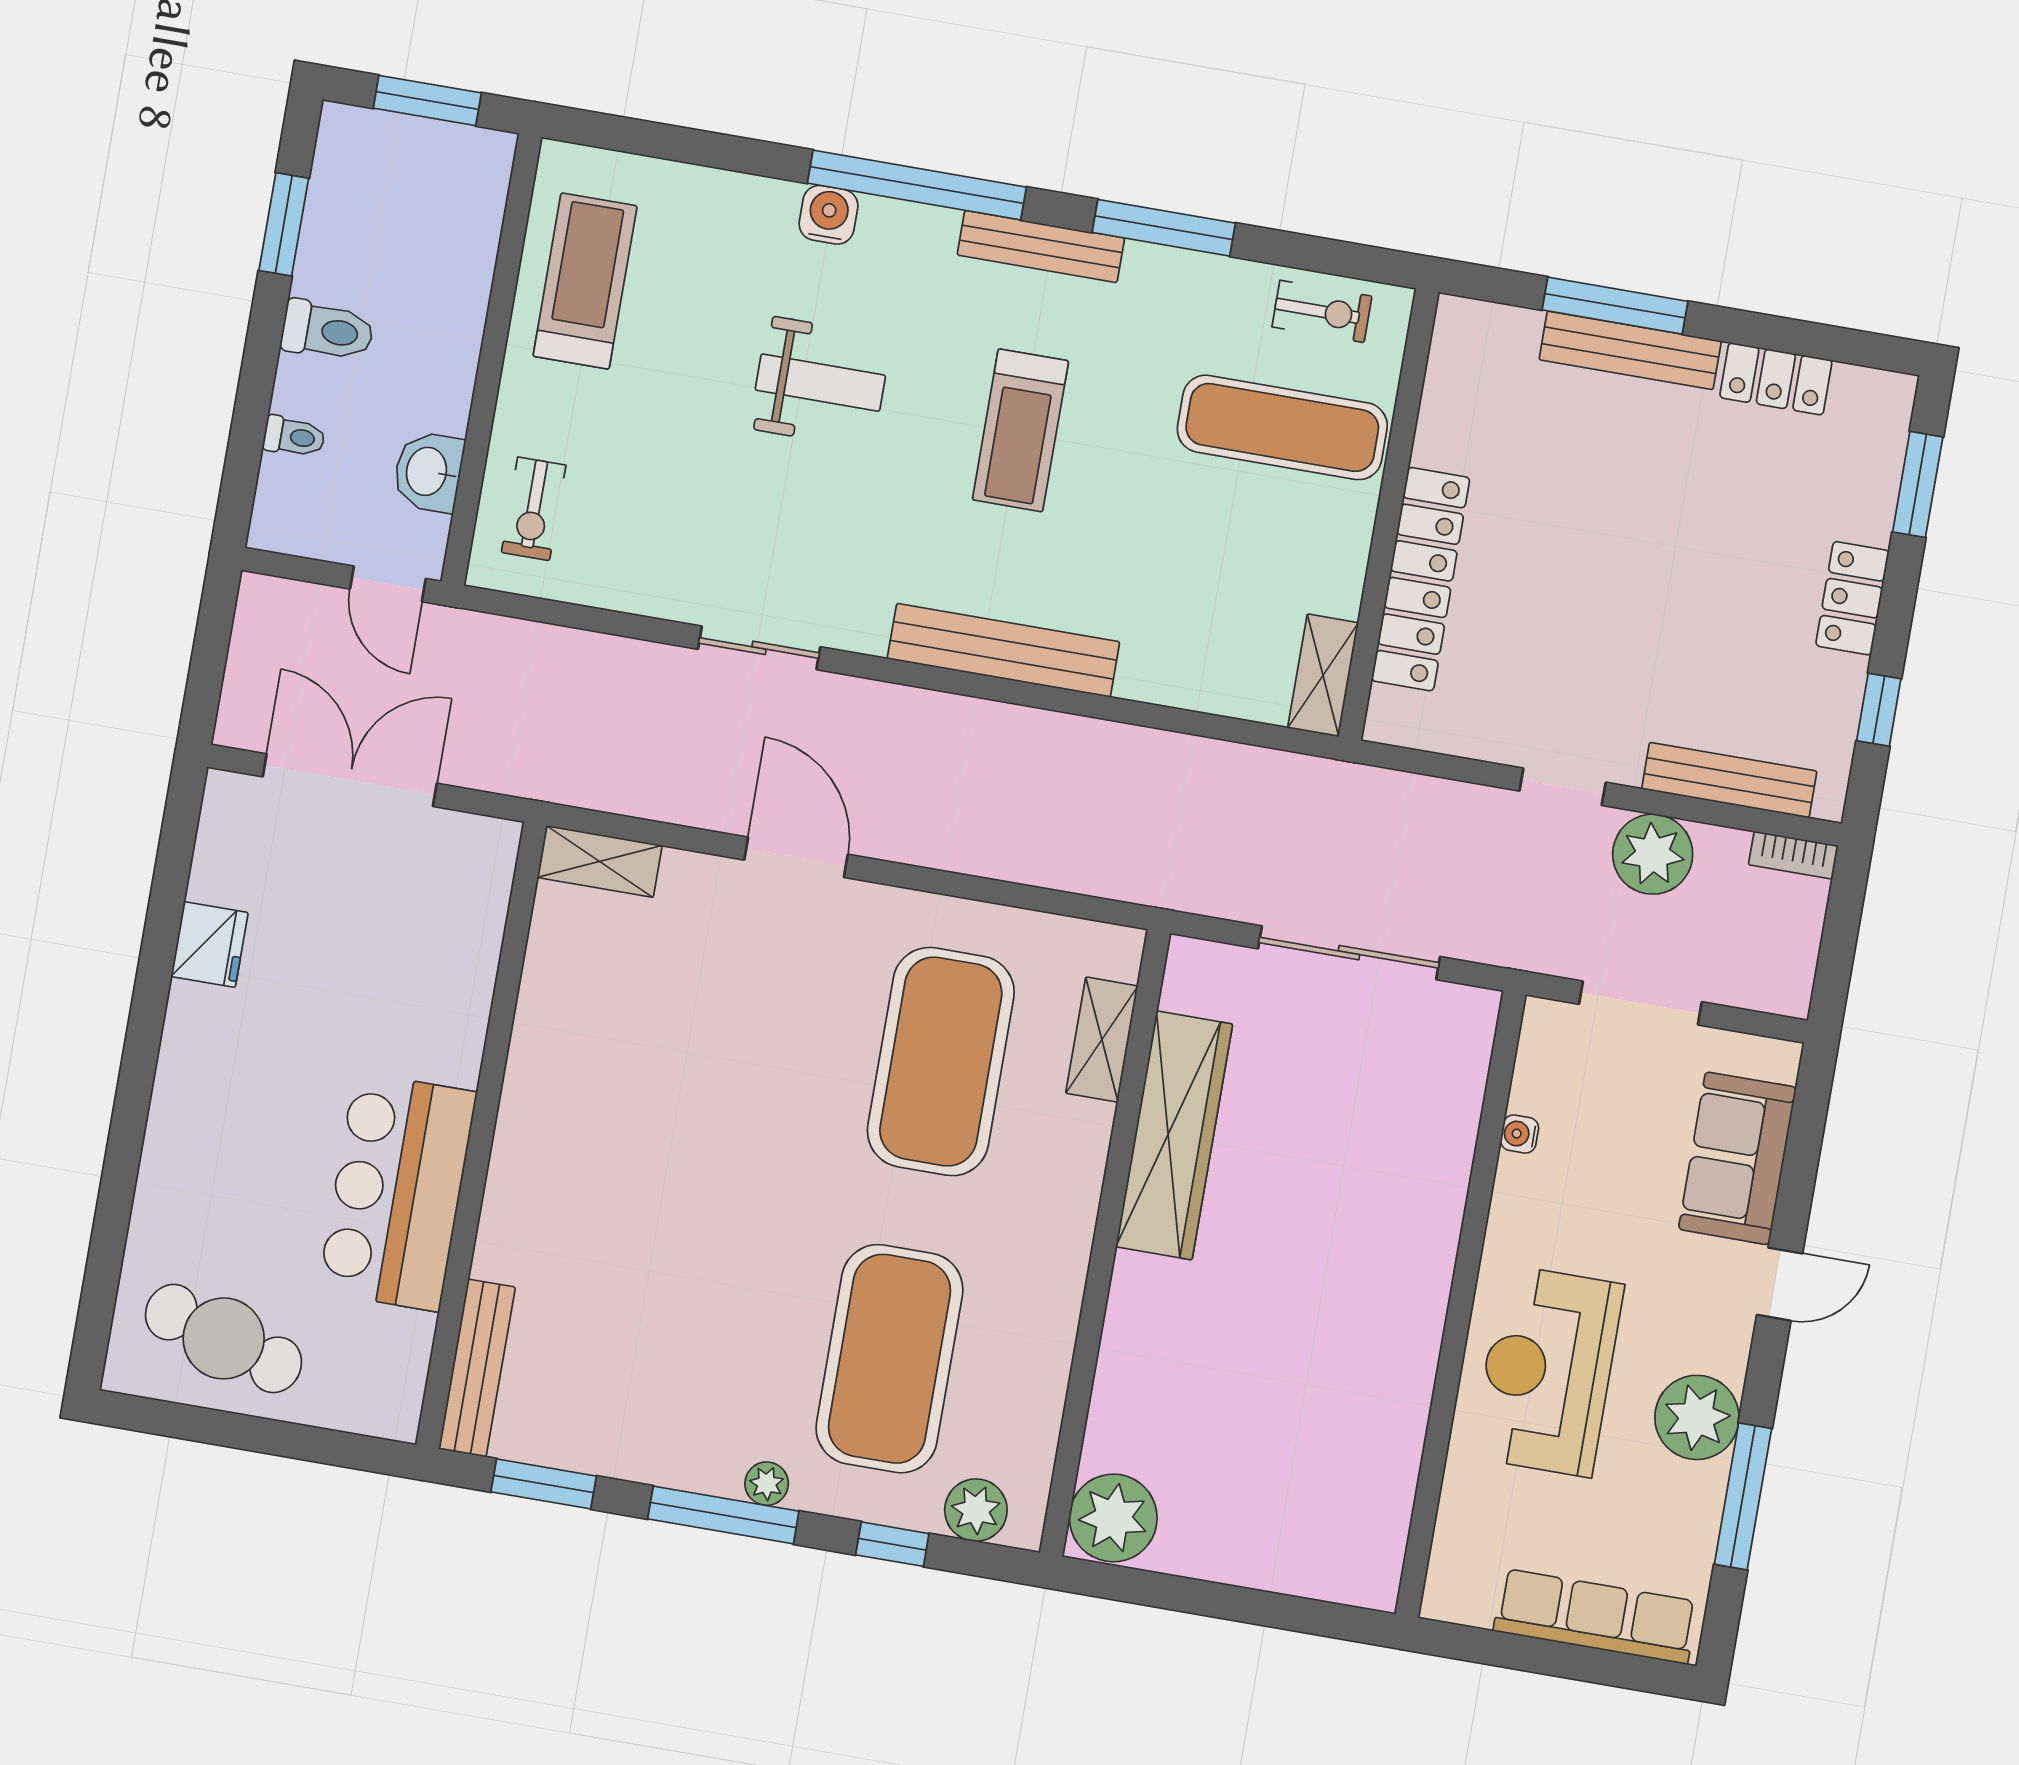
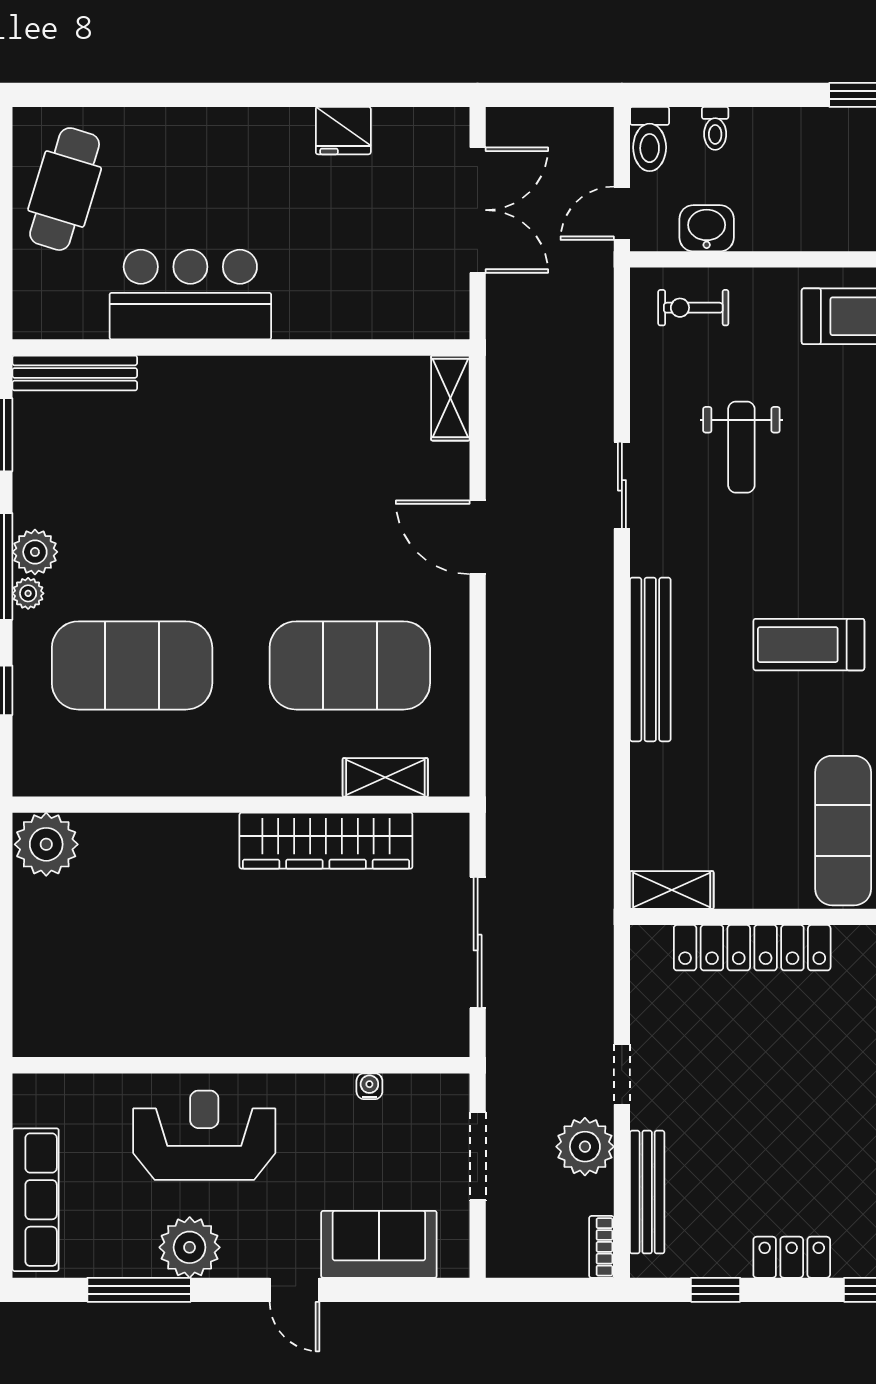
toilet: (327, 331) -> (650, 139), moved
weight bench: (820, 383) -> (741, 447), moved
door: (796, 857) -> (478, 537), swing flipped
plant: (976, 1510) -> (35, 552), moved

